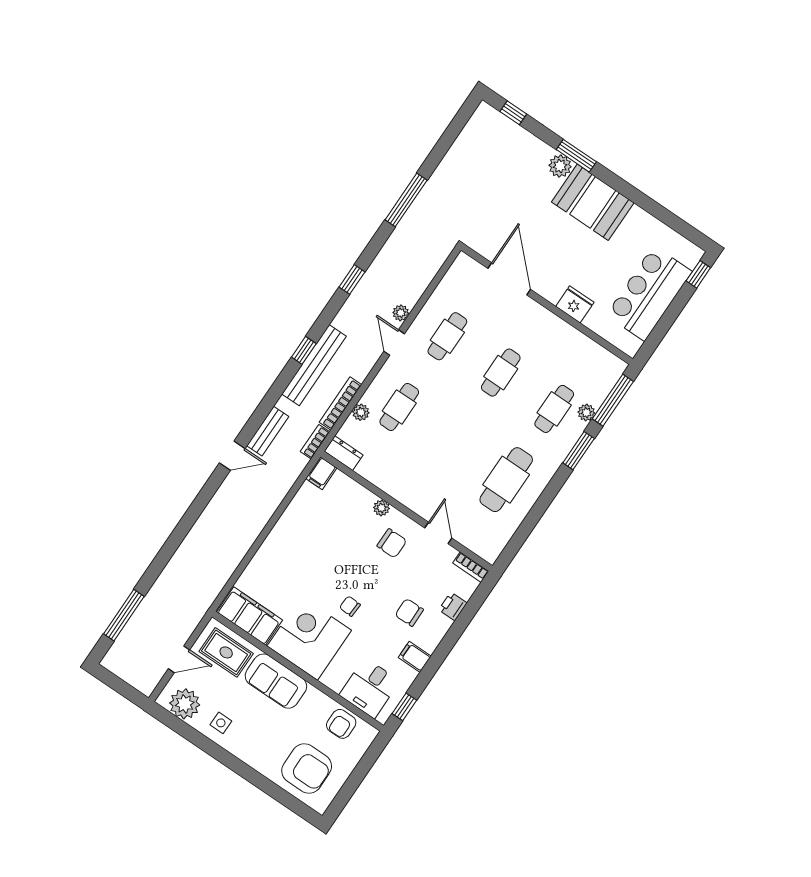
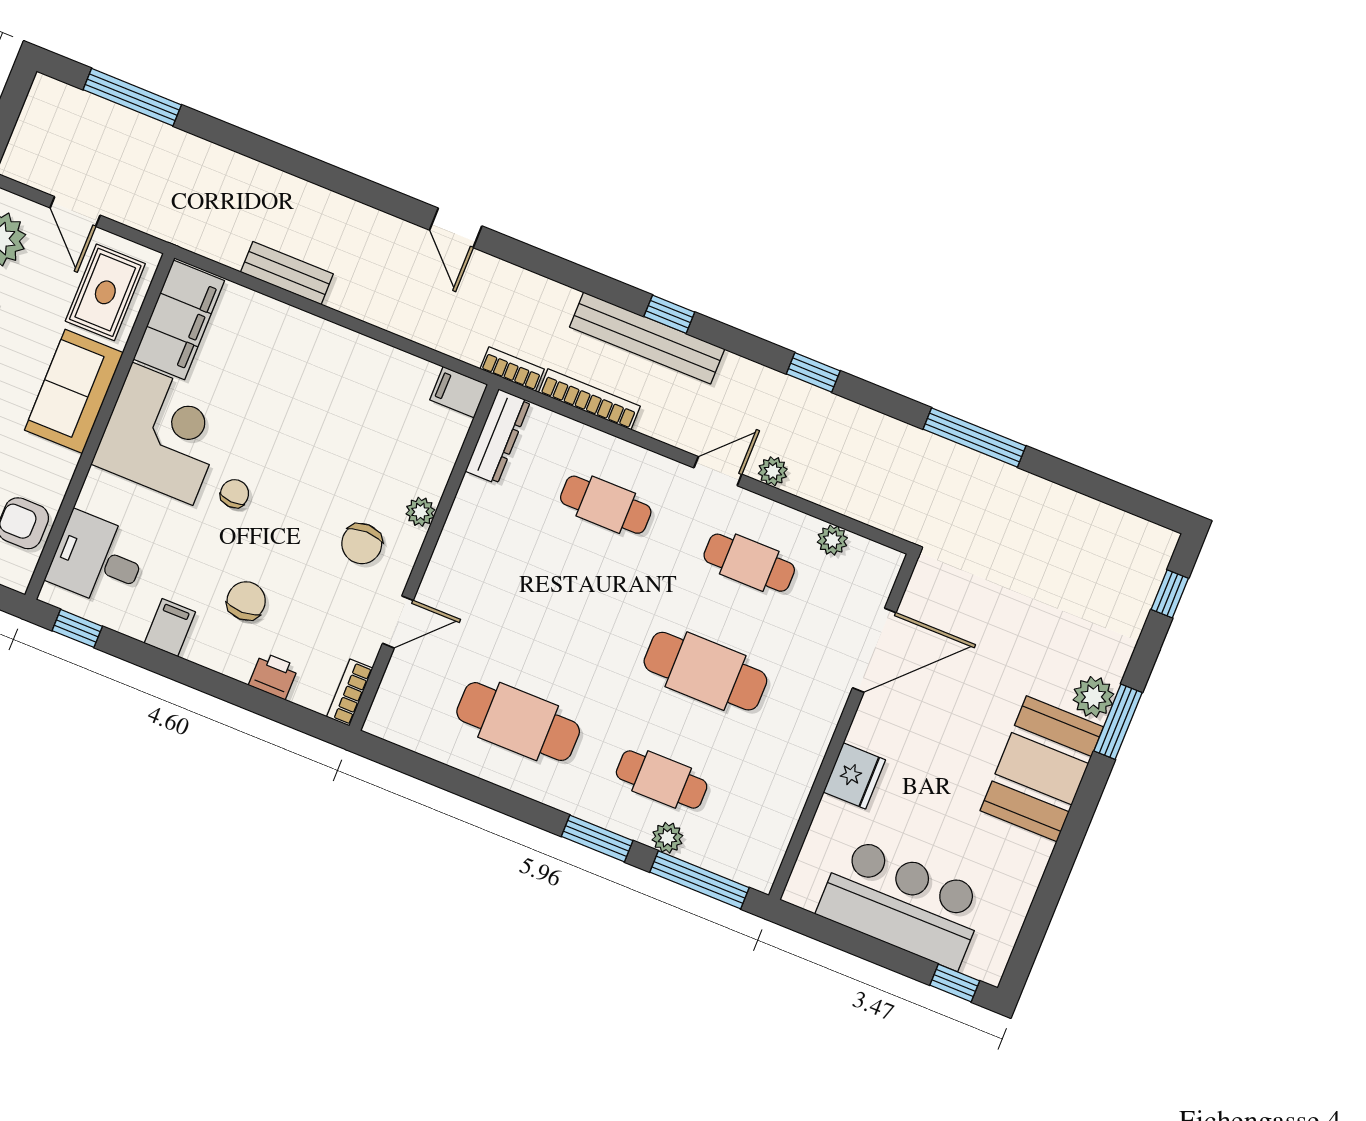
cafe table: (501, 373) -> (705, 671), width x1.37, depth x1.35
plant: (361, 412) -> (832, 540), moved
bench: (268, 431) -> (287, 273), moved
dresser: (344, 453) -> (498, 436), width x1.44

